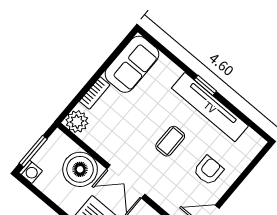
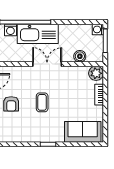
sofa: (132, 64) -> (83, 132), moved, turned 90
tv unit: (210, 107) -> (37, 136), removed
boiler: (80, 169) -> (80, 56), width x0.54, depth x0.54

